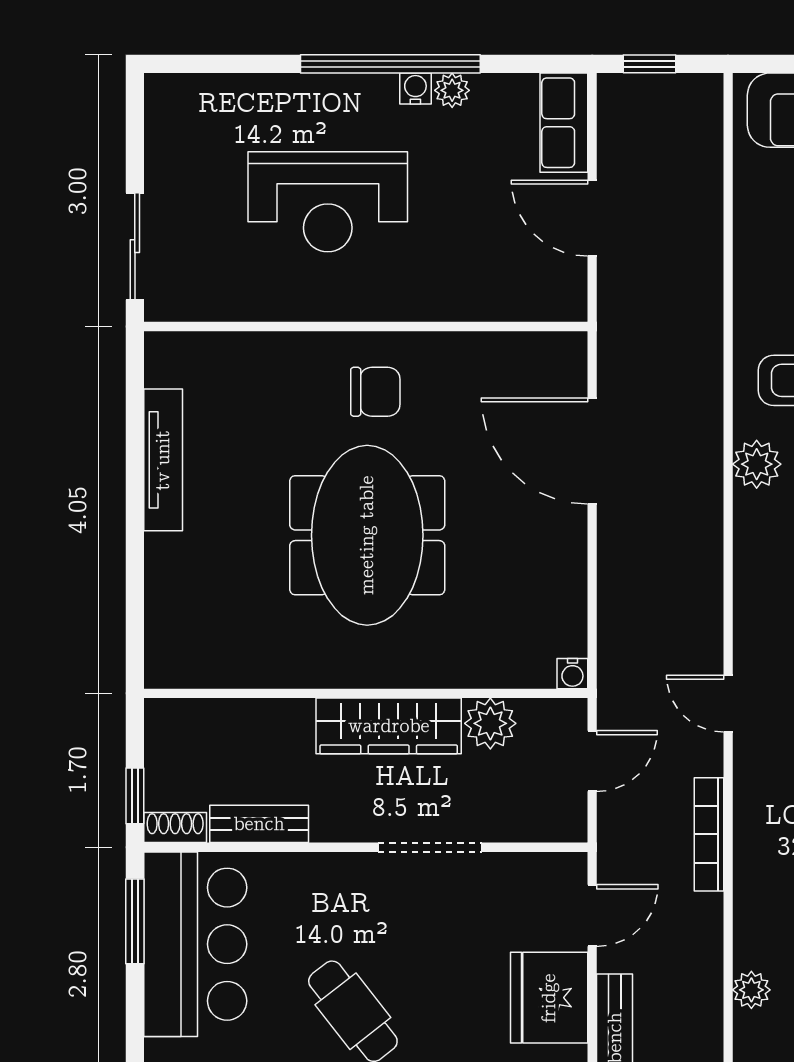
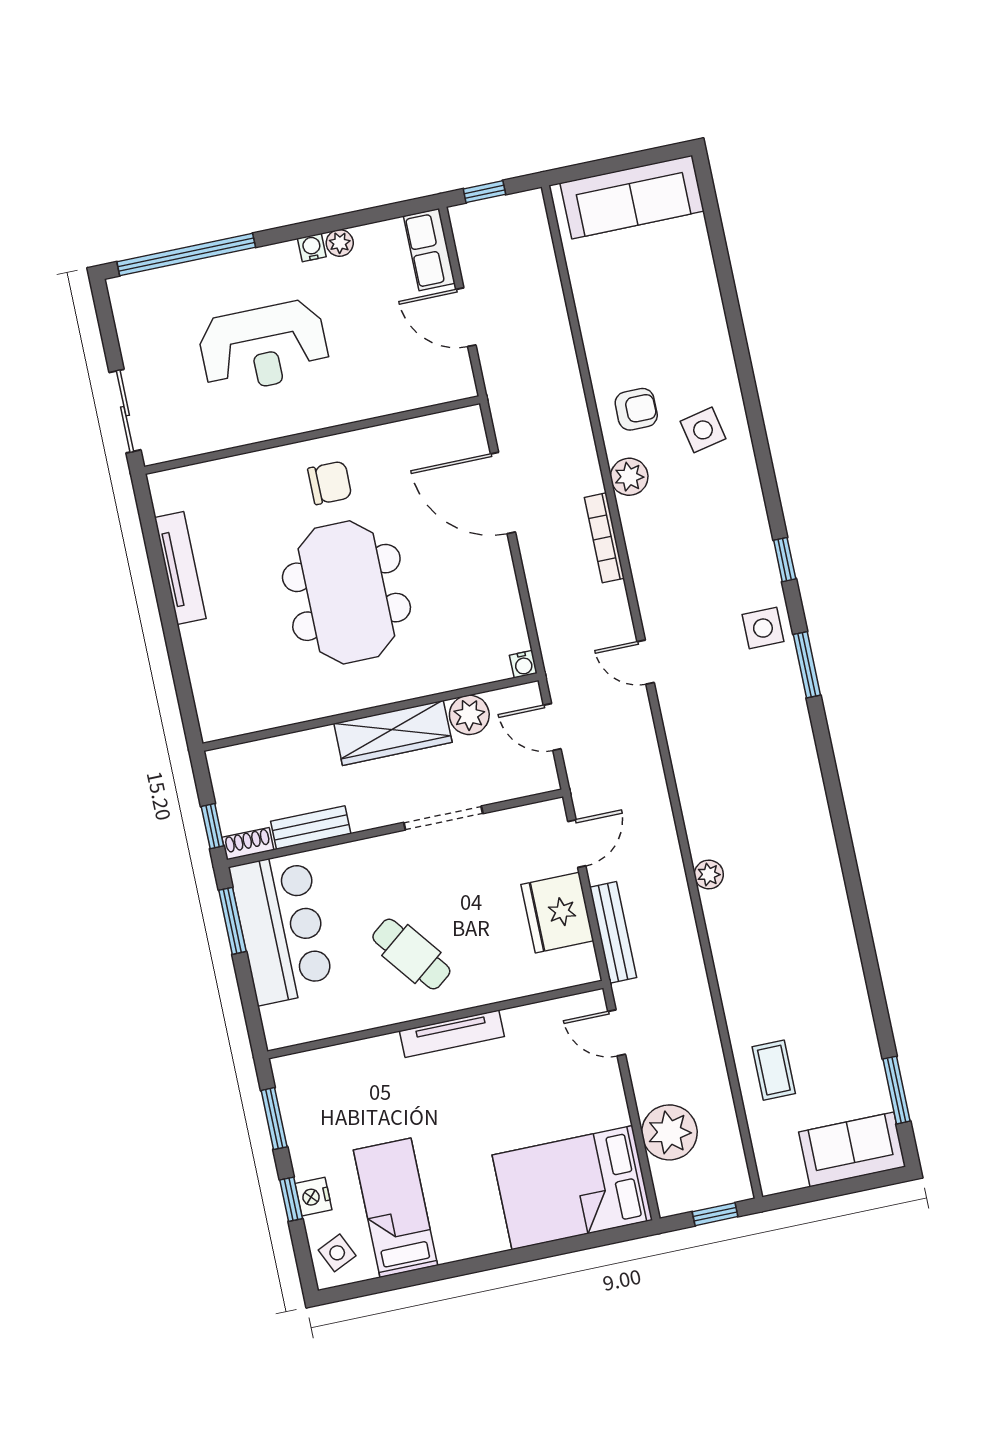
window: (390, 64) -> (186, 254), moved
door: (592, 761) -> (552, 727), swing flipped
bookcase: (709, 834) -> (604, 538), moved

